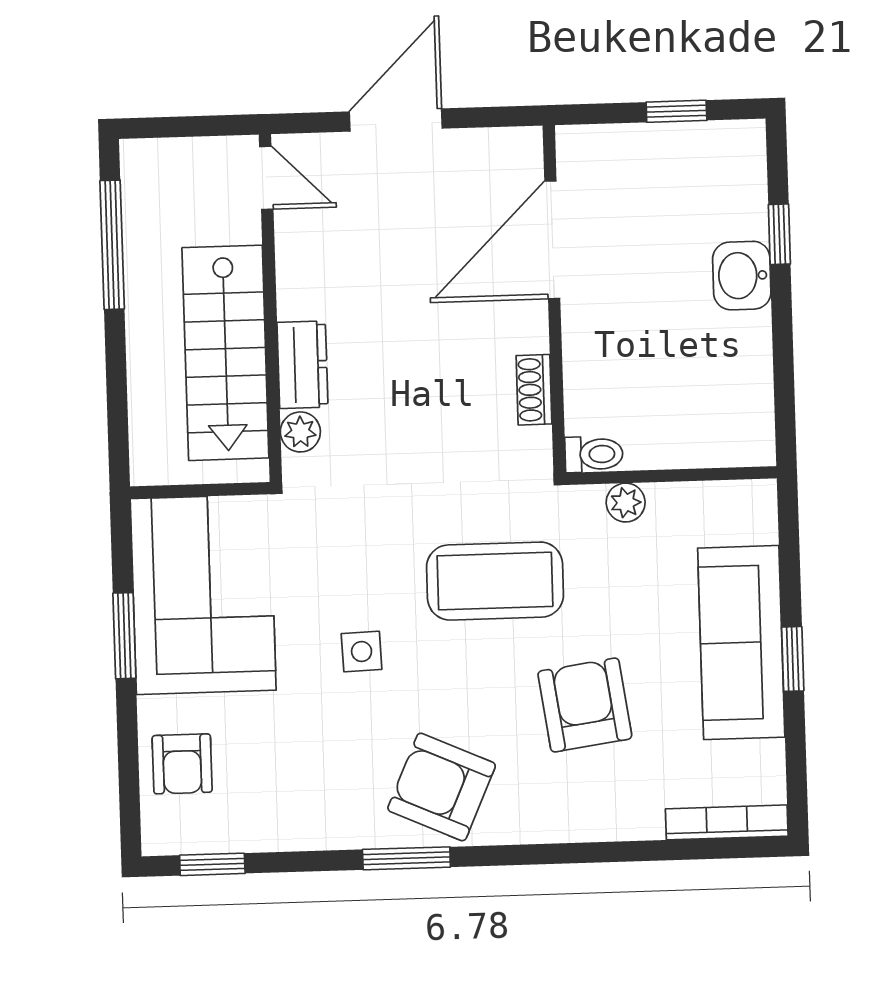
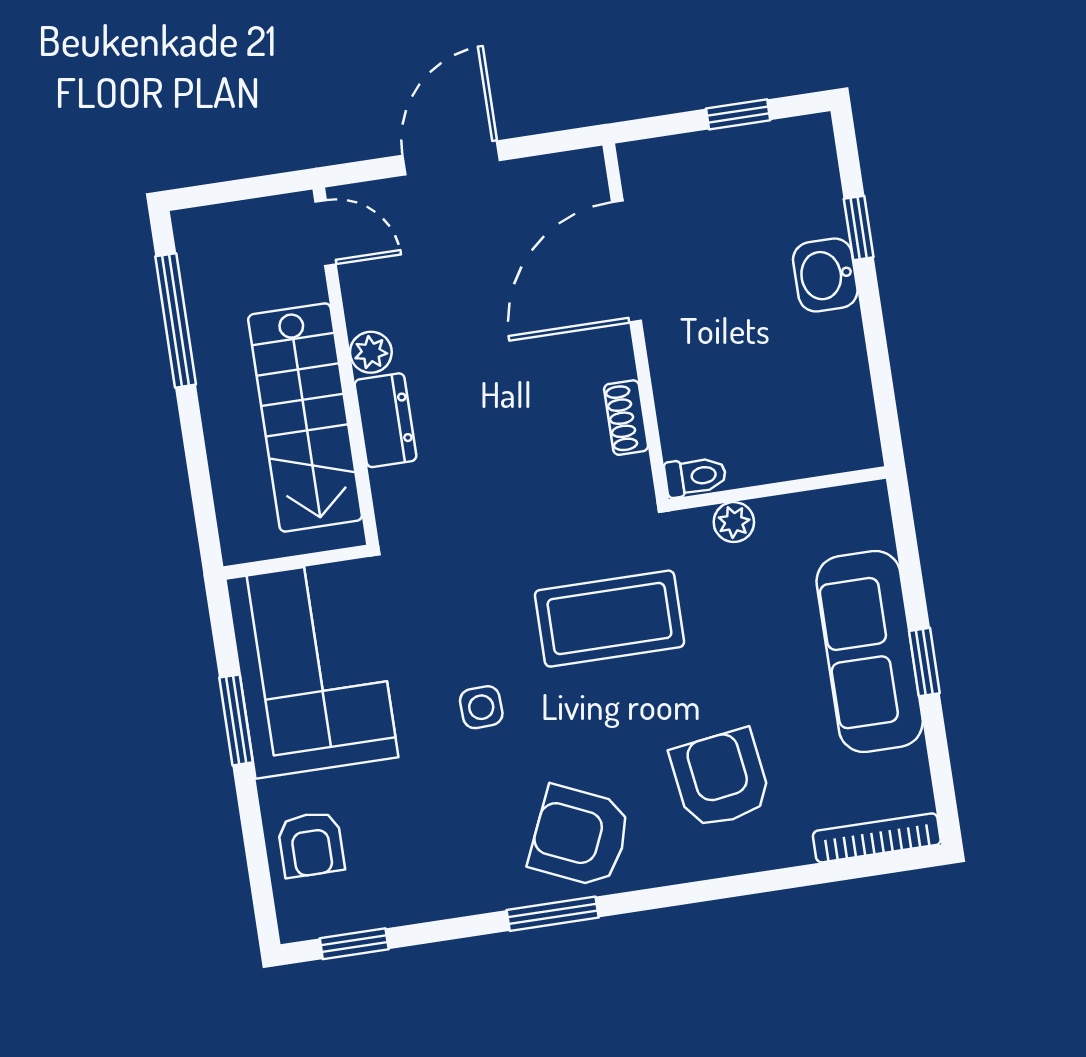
plant: (300, 432) -> (371, 352), moved
armchair: (585, 705) -> (721, 779), moved

